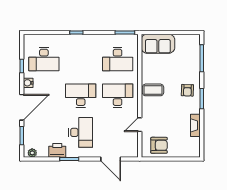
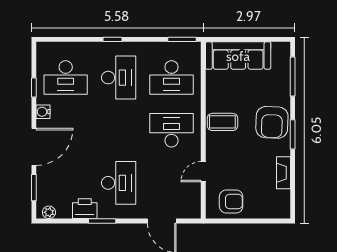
sofa: (158, 44) -> (238, 56), width x1.36
armchair: (187, 90) -> (272, 122), width x1.88, depth x1.88
desk: (81, 96) -> (119, 78), moved, turned 90

